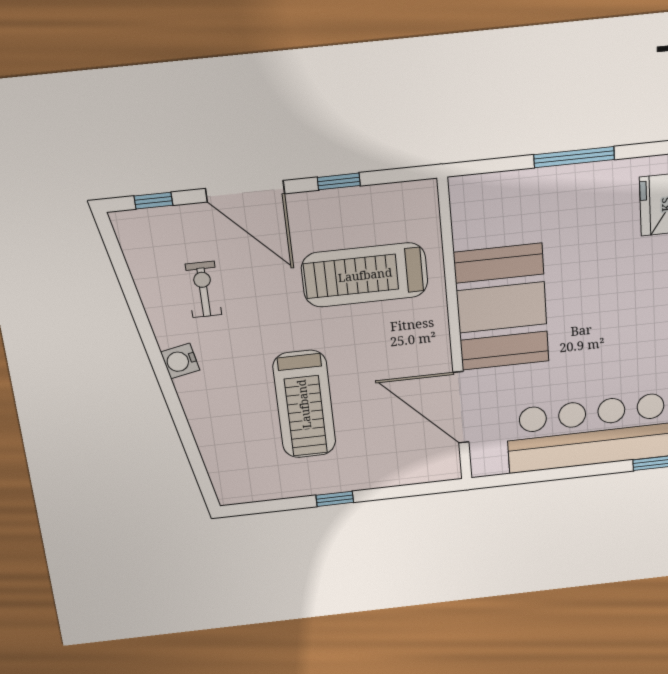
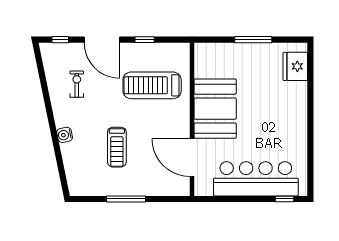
water cooler: (180, 361) -> (65, 135), moved
treadmill: (304, 404) -> (117, 147), width x0.73, depth x0.73
window: (335, 499) -> (126, 199), width x2.17

